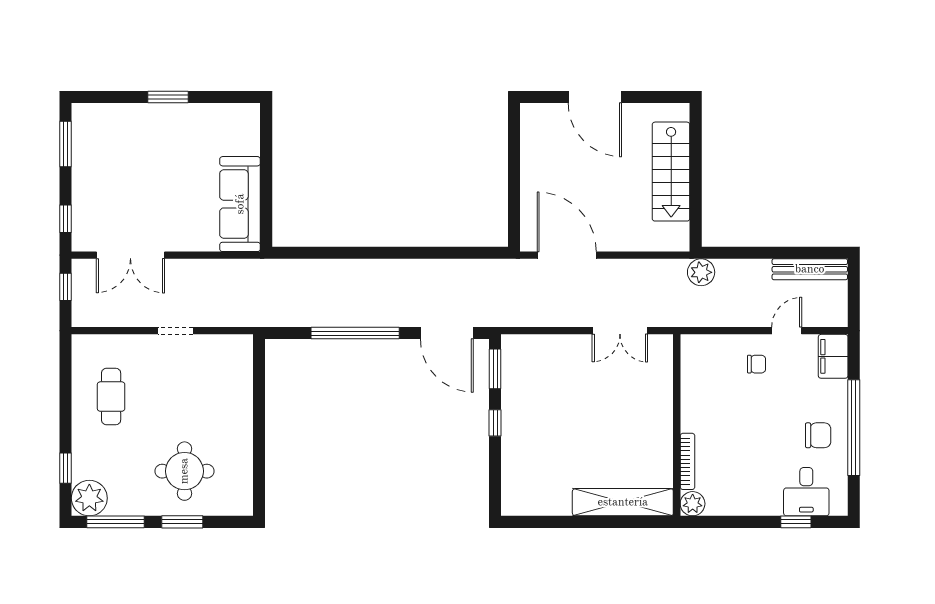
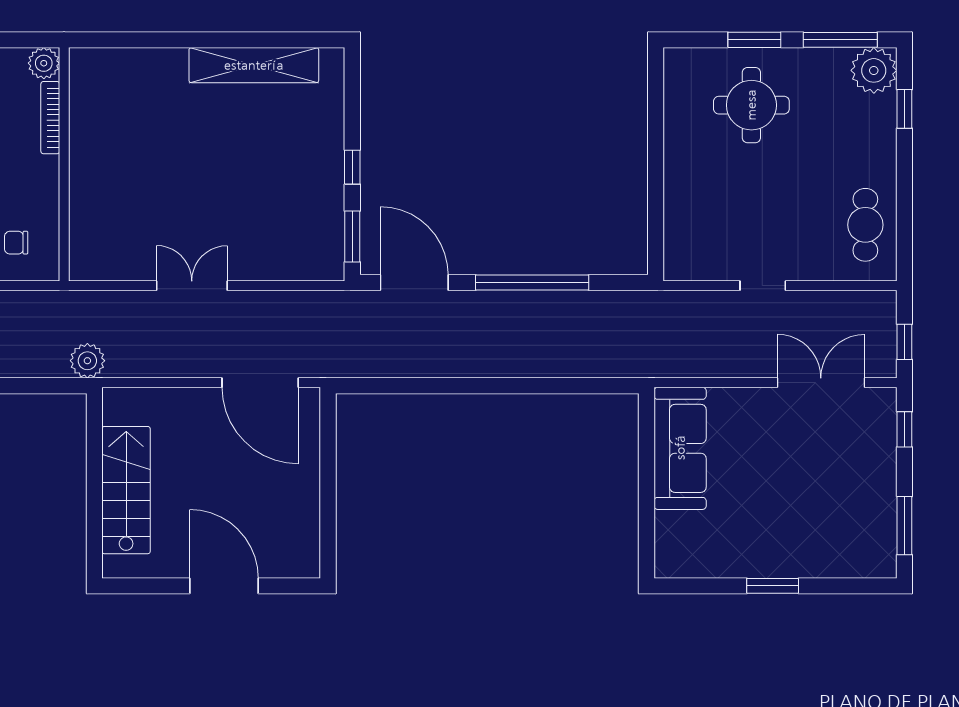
cafe table: (111, 397) -> (865, 225), moved
wall: (677, 425) -> (64, 164), moved
bookcase: (688, 461) -> (50, 118), moved
shelving: (623, 502) -> (254, 65), moved
plant: (693, 504) -> (44, 63), moved

